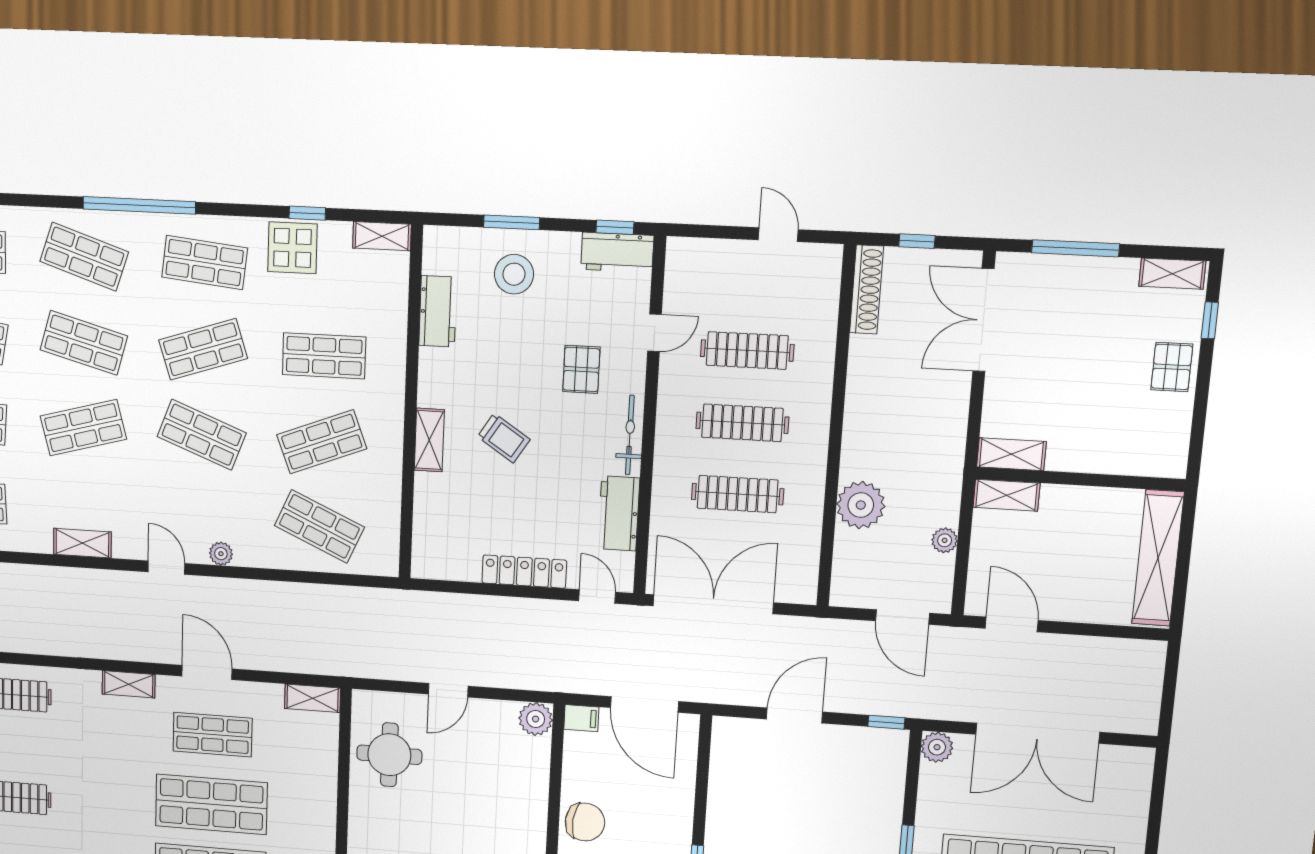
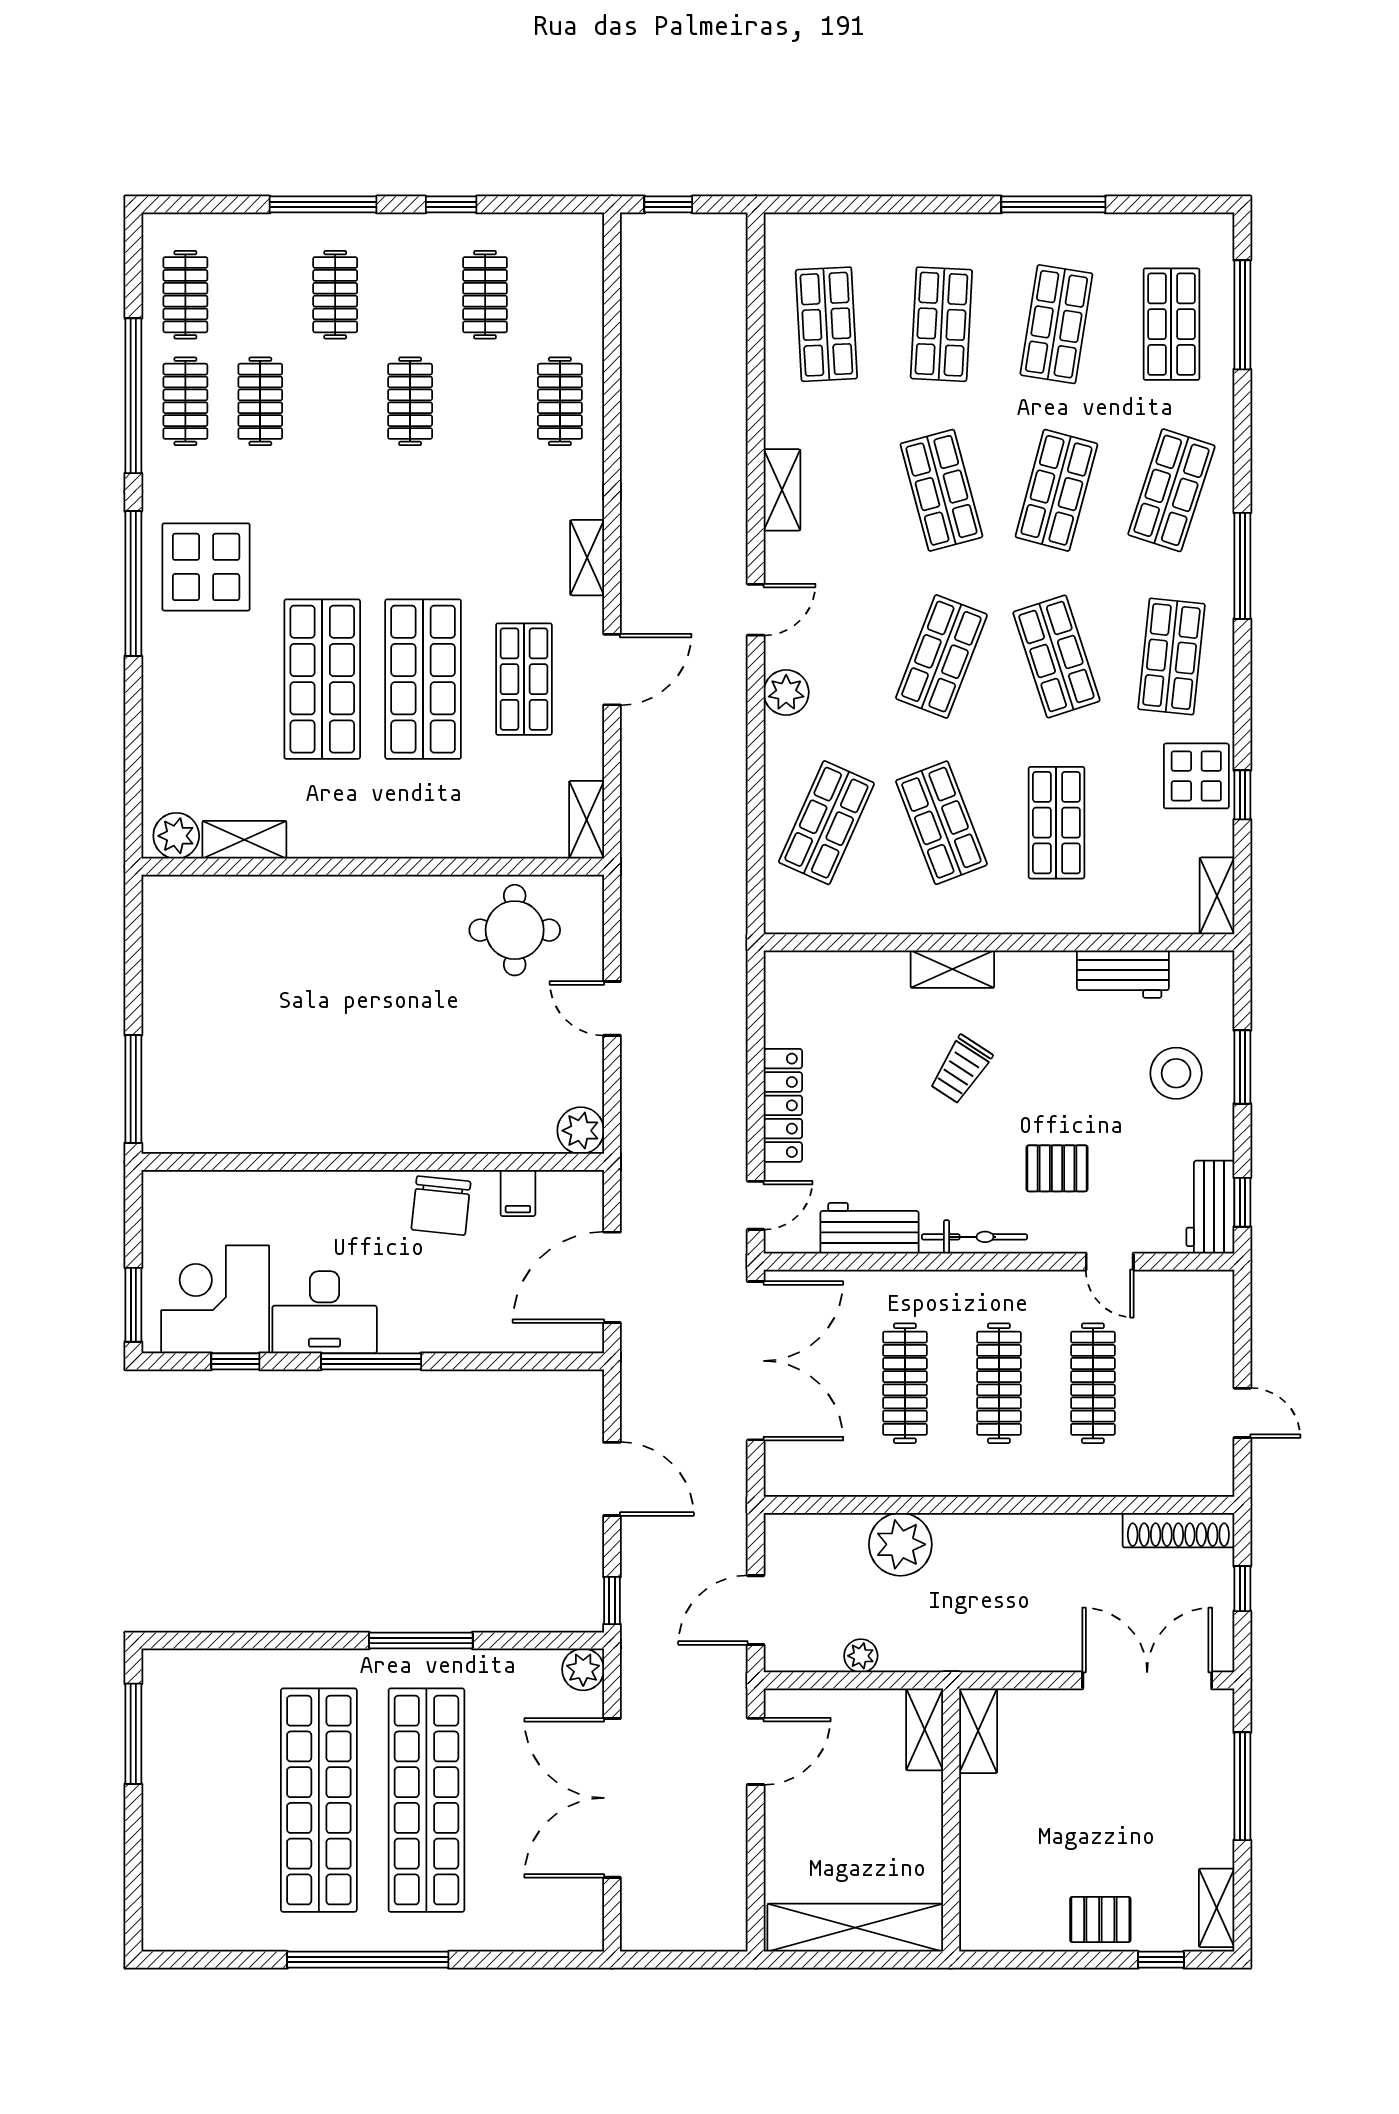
window: (139, 205) -> (1242, 566), width x0.68
door: (778, 235) -> (1242, 1413), hinge flipped
plant: (221, 554) -> (786, 692), width x1.38, depth x1.38
filing cabinet: (581, 718) -> (518, 1193), moved

